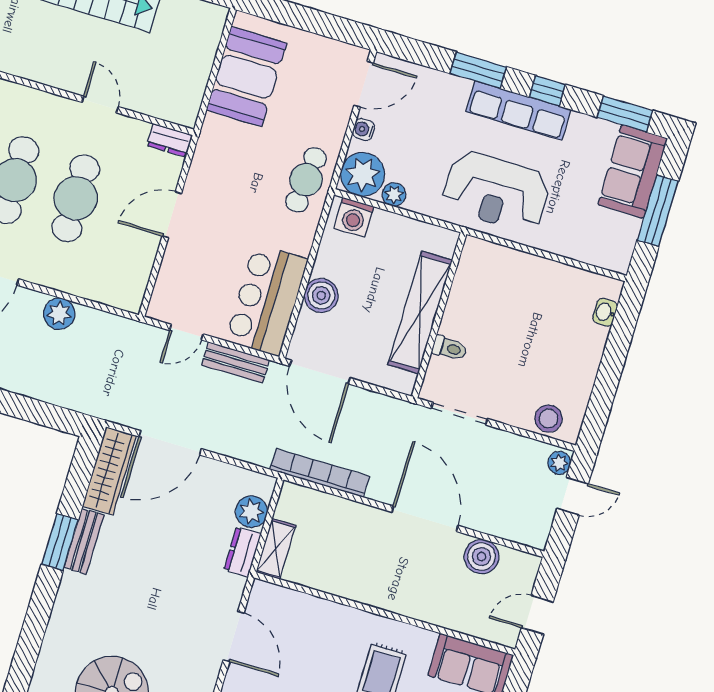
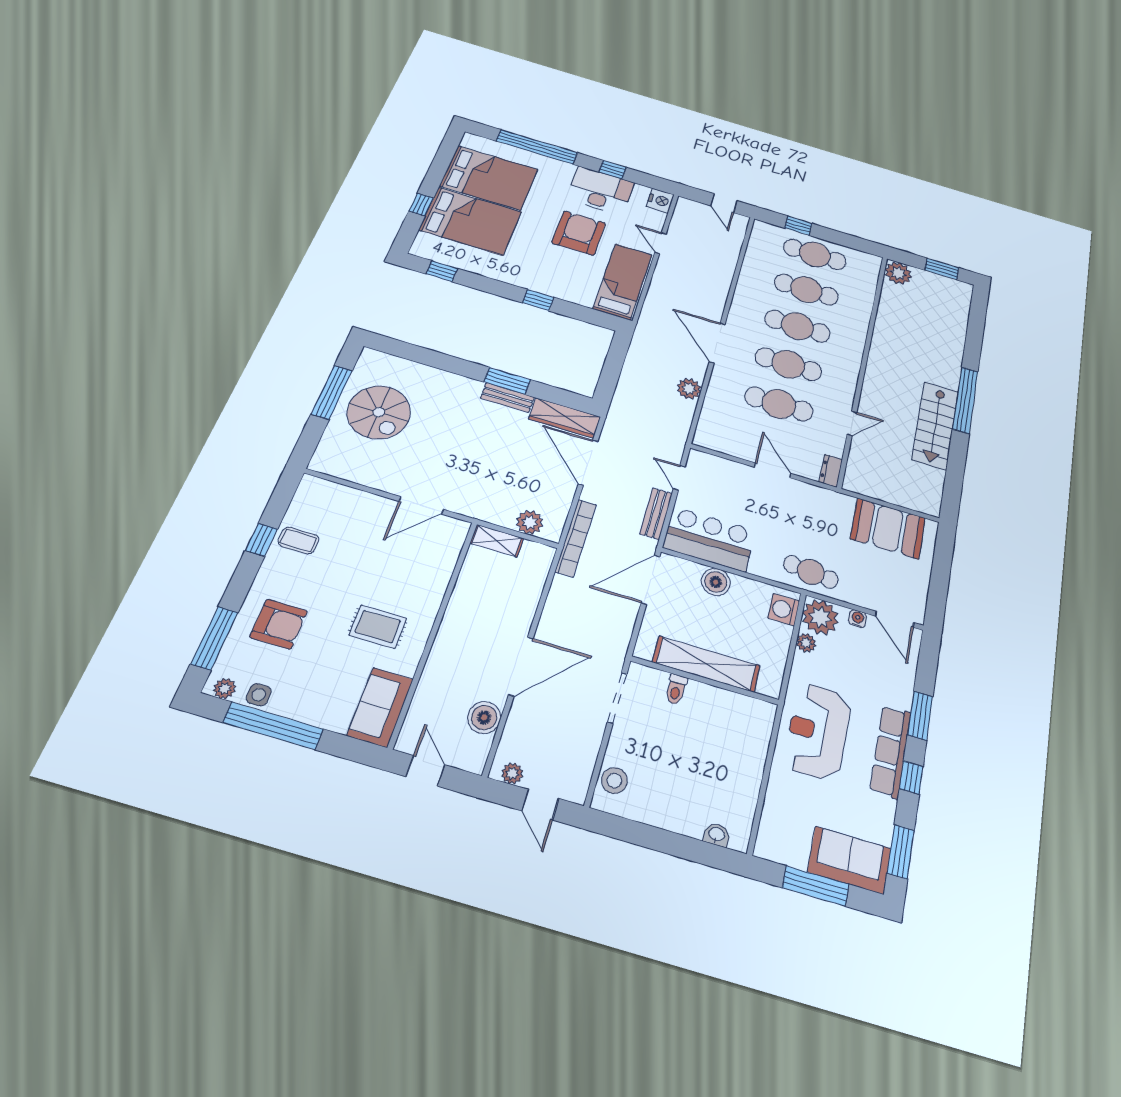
plant: (559, 463) -> (512, 773), moved
bookcase: (320, 473) -> (576, 538), moved
dresser: (243, 552) -> (495, 514), removed

